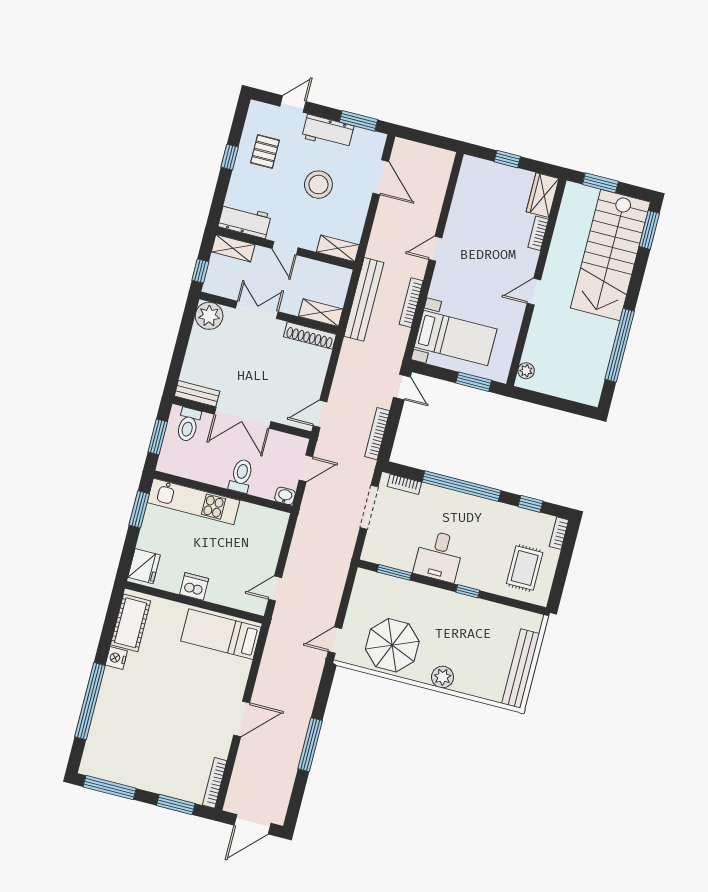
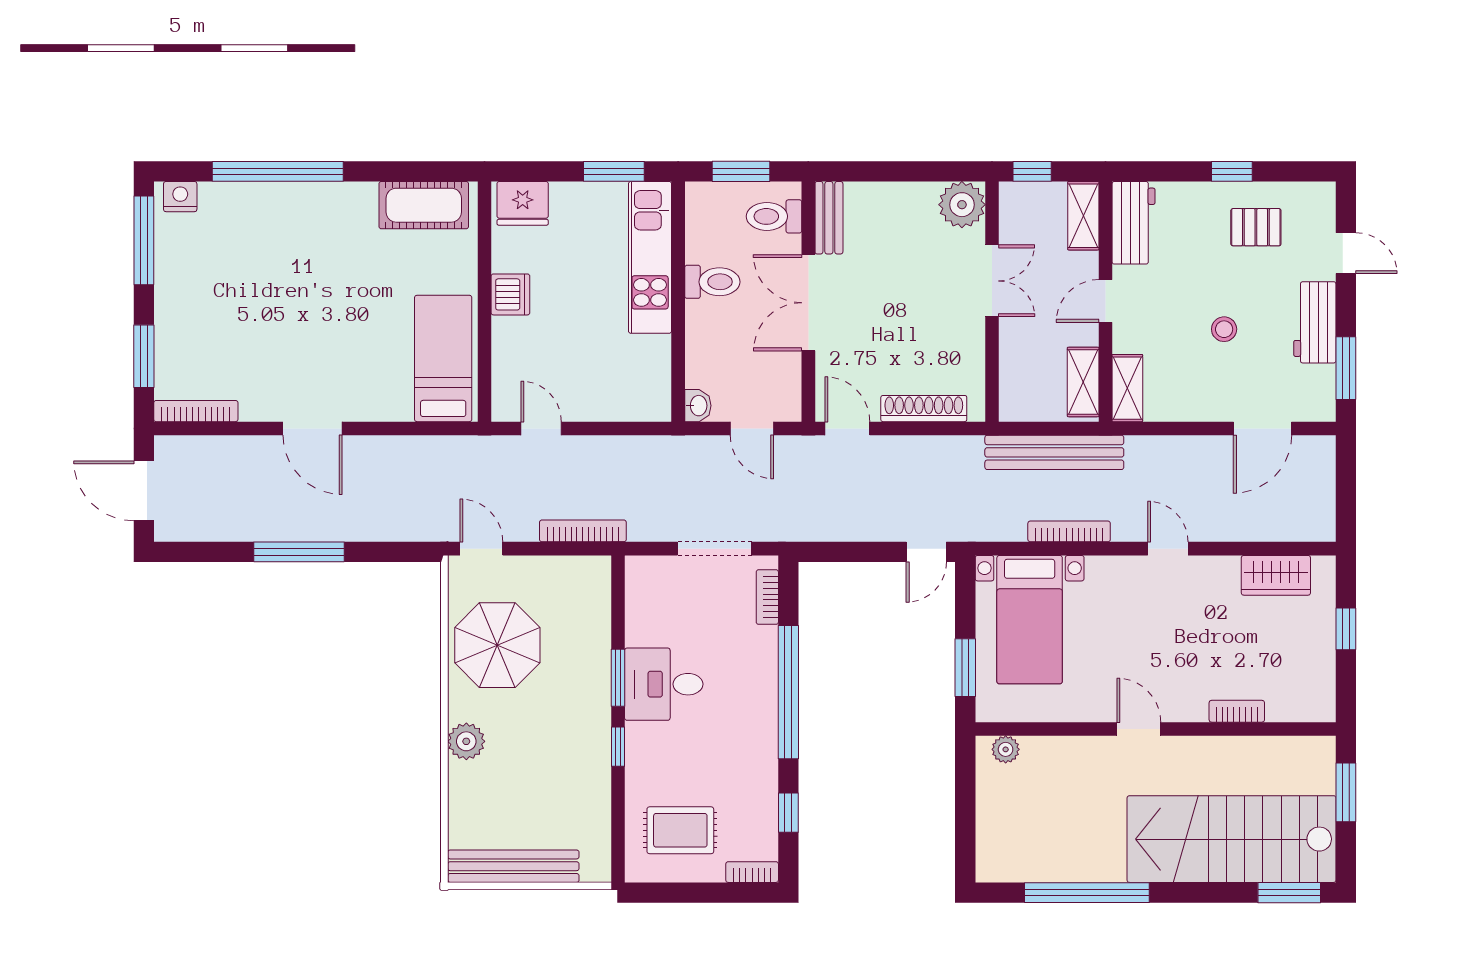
stool: (318, 185) -> (1224, 329), width x0.53, depth x0.53
wardrobe: (543, 195) -> (1276, 575), moved, turned 180
shelving: (321, 313) -> (1083, 382), moved
shoe rack: (310, 336) -> (924, 409), moved, turned 90
bookcase: (377, 434) -> (583, 531), moved
toilet: (241, 476) -> (712, 282), moved
window: (394, 572) -> (618, 678), moved
nightstand: (116, 658) -> (180, 197), moved

